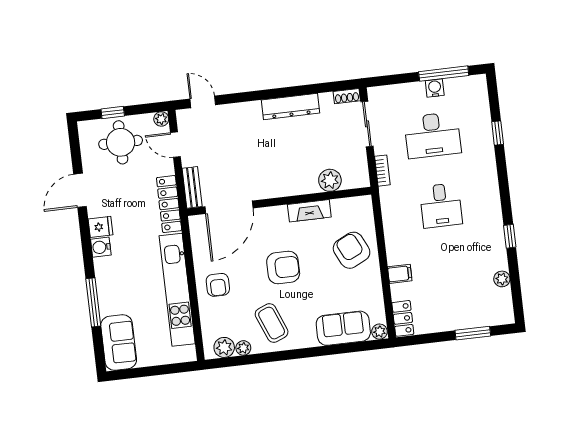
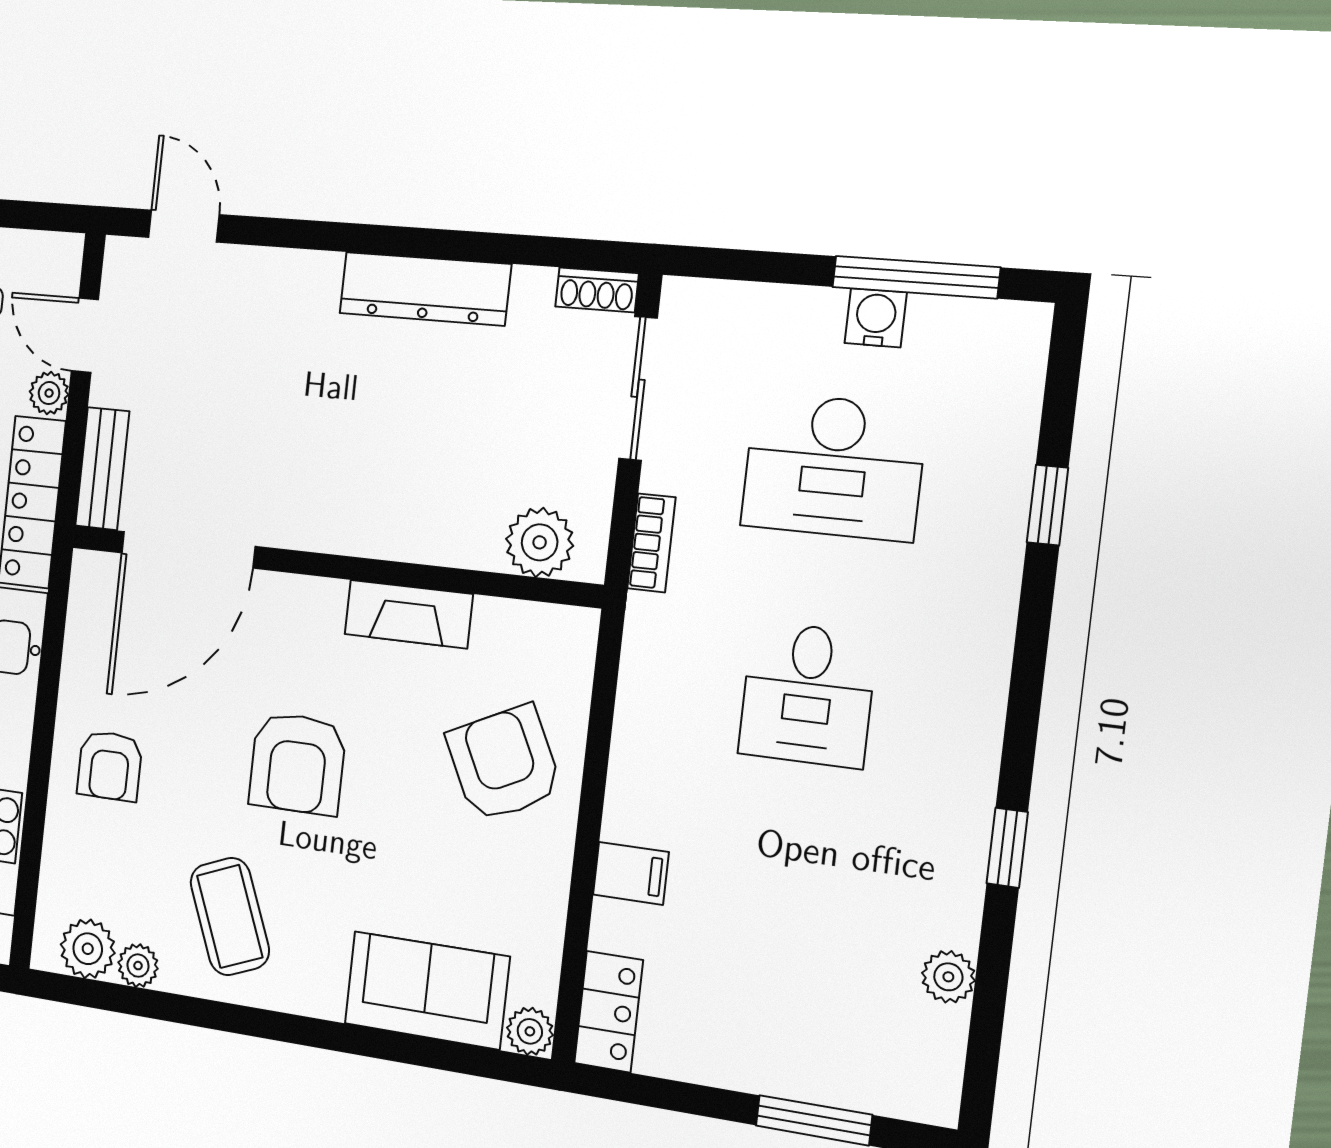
plant: (161, 119) -> (49, 393), moved
plant: (330, 180) -> (540, 542), moved
armchair: (283, 267) -> (297, 763), turned 90

